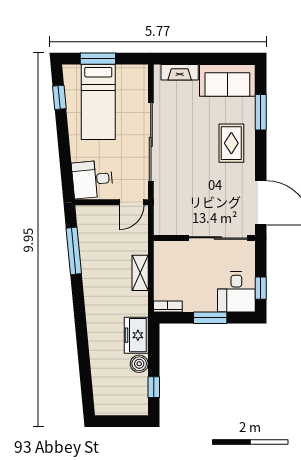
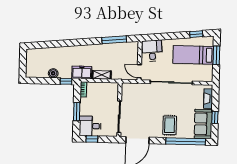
window: (214, 59) -> (215, 117), added
window: (261, 112) -> (186, 141), width x2.11
rug: (231, 143) -> (170, 125), turned 90
freezer: (136, 335) -> (82, 72), moved
window: (154, 387) -> (66, 81), moved

